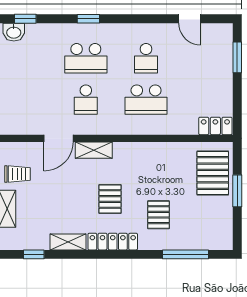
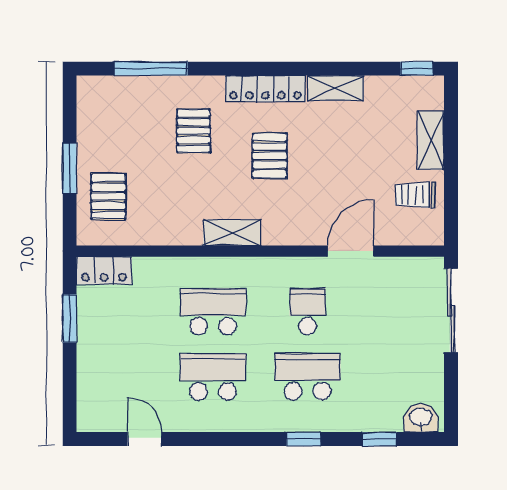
window: (25, 19) -> (379, 439), moved
window: (237, 57) -> (70, 318), moved
school desk: (146, 58) -> (213, 377), width x1.85
shelving: (94, 150) -> (232, 233), moved
pallet: (213, 173) -> (108, 196), width x0.67, depth x0.71
window: (34, 254) -> (417, 69), moved

